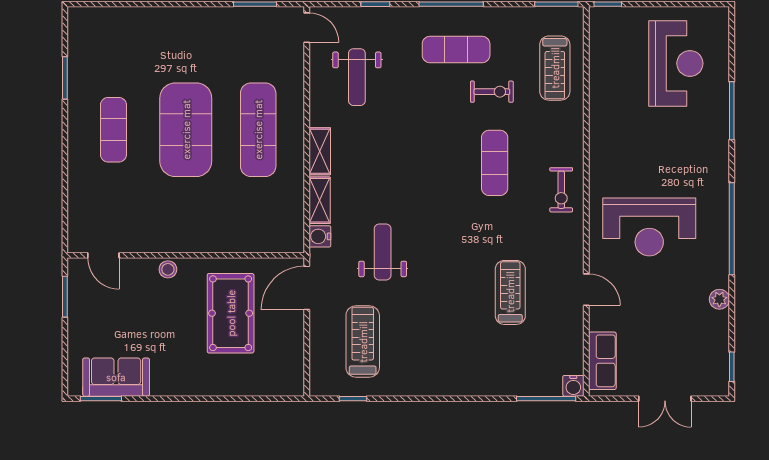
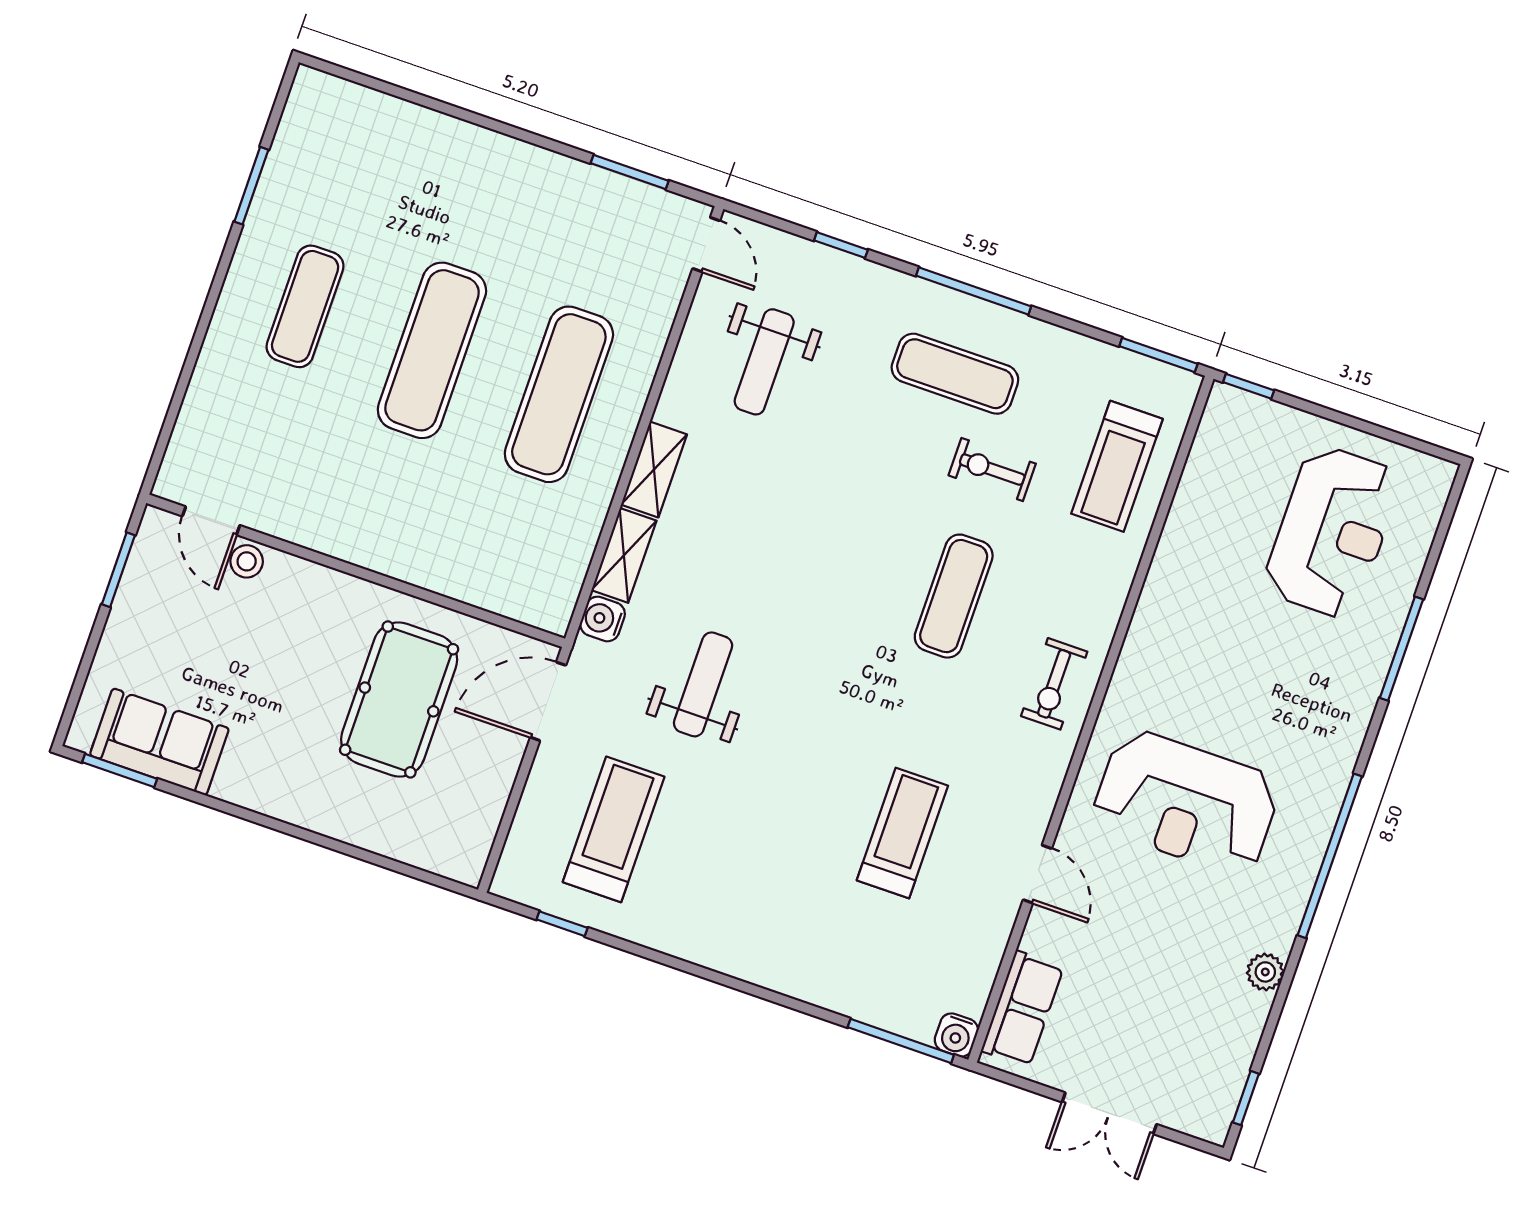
exercise bike: (492, 92) -> (992, 470), turned 180
exercise mat: (186, 130) -> (432, 350), width x0.68
stool: (168, 269) -> (247, 561), moved

